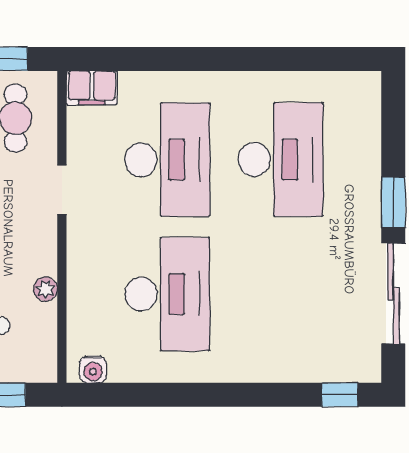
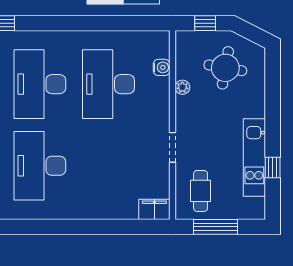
desk: (167, 160) -> (40, 84), moved
water cooler: (93, 369) -> (162, 67), moved, turned 90

